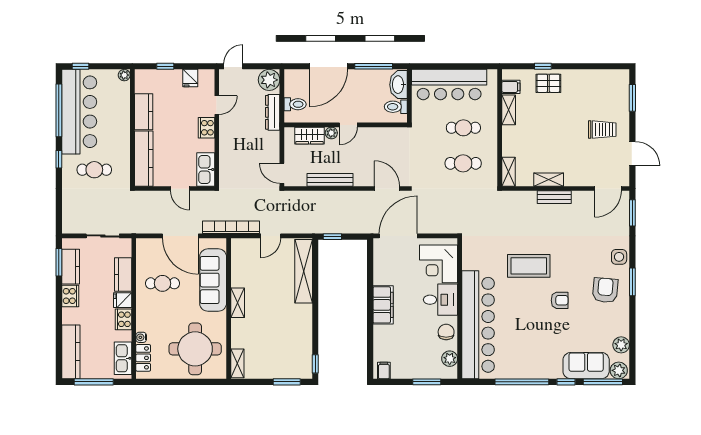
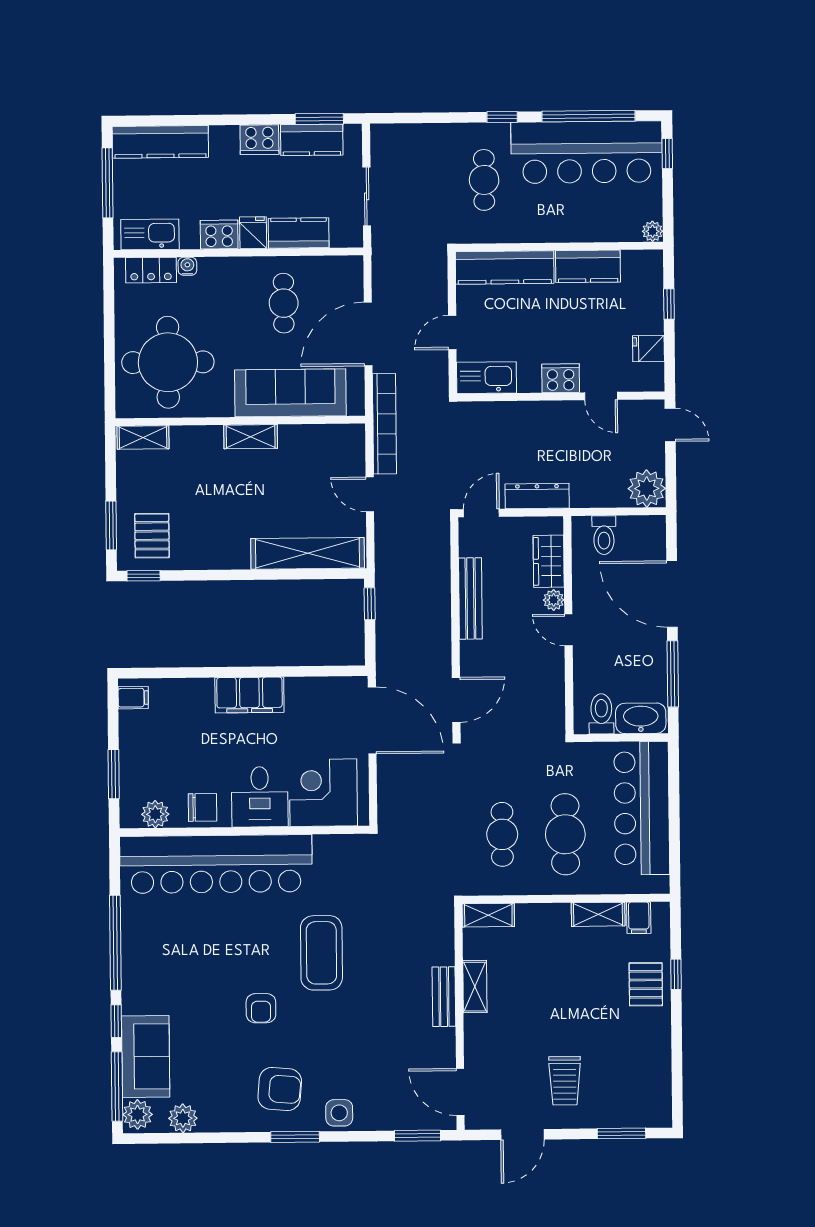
dresser: (273, 112) -> (537, 496), moved
cafe table: (463, 128) -> (565, 834), width x1.37, depth x1.35
pallet: (293, 359) -> (152, 536), added

